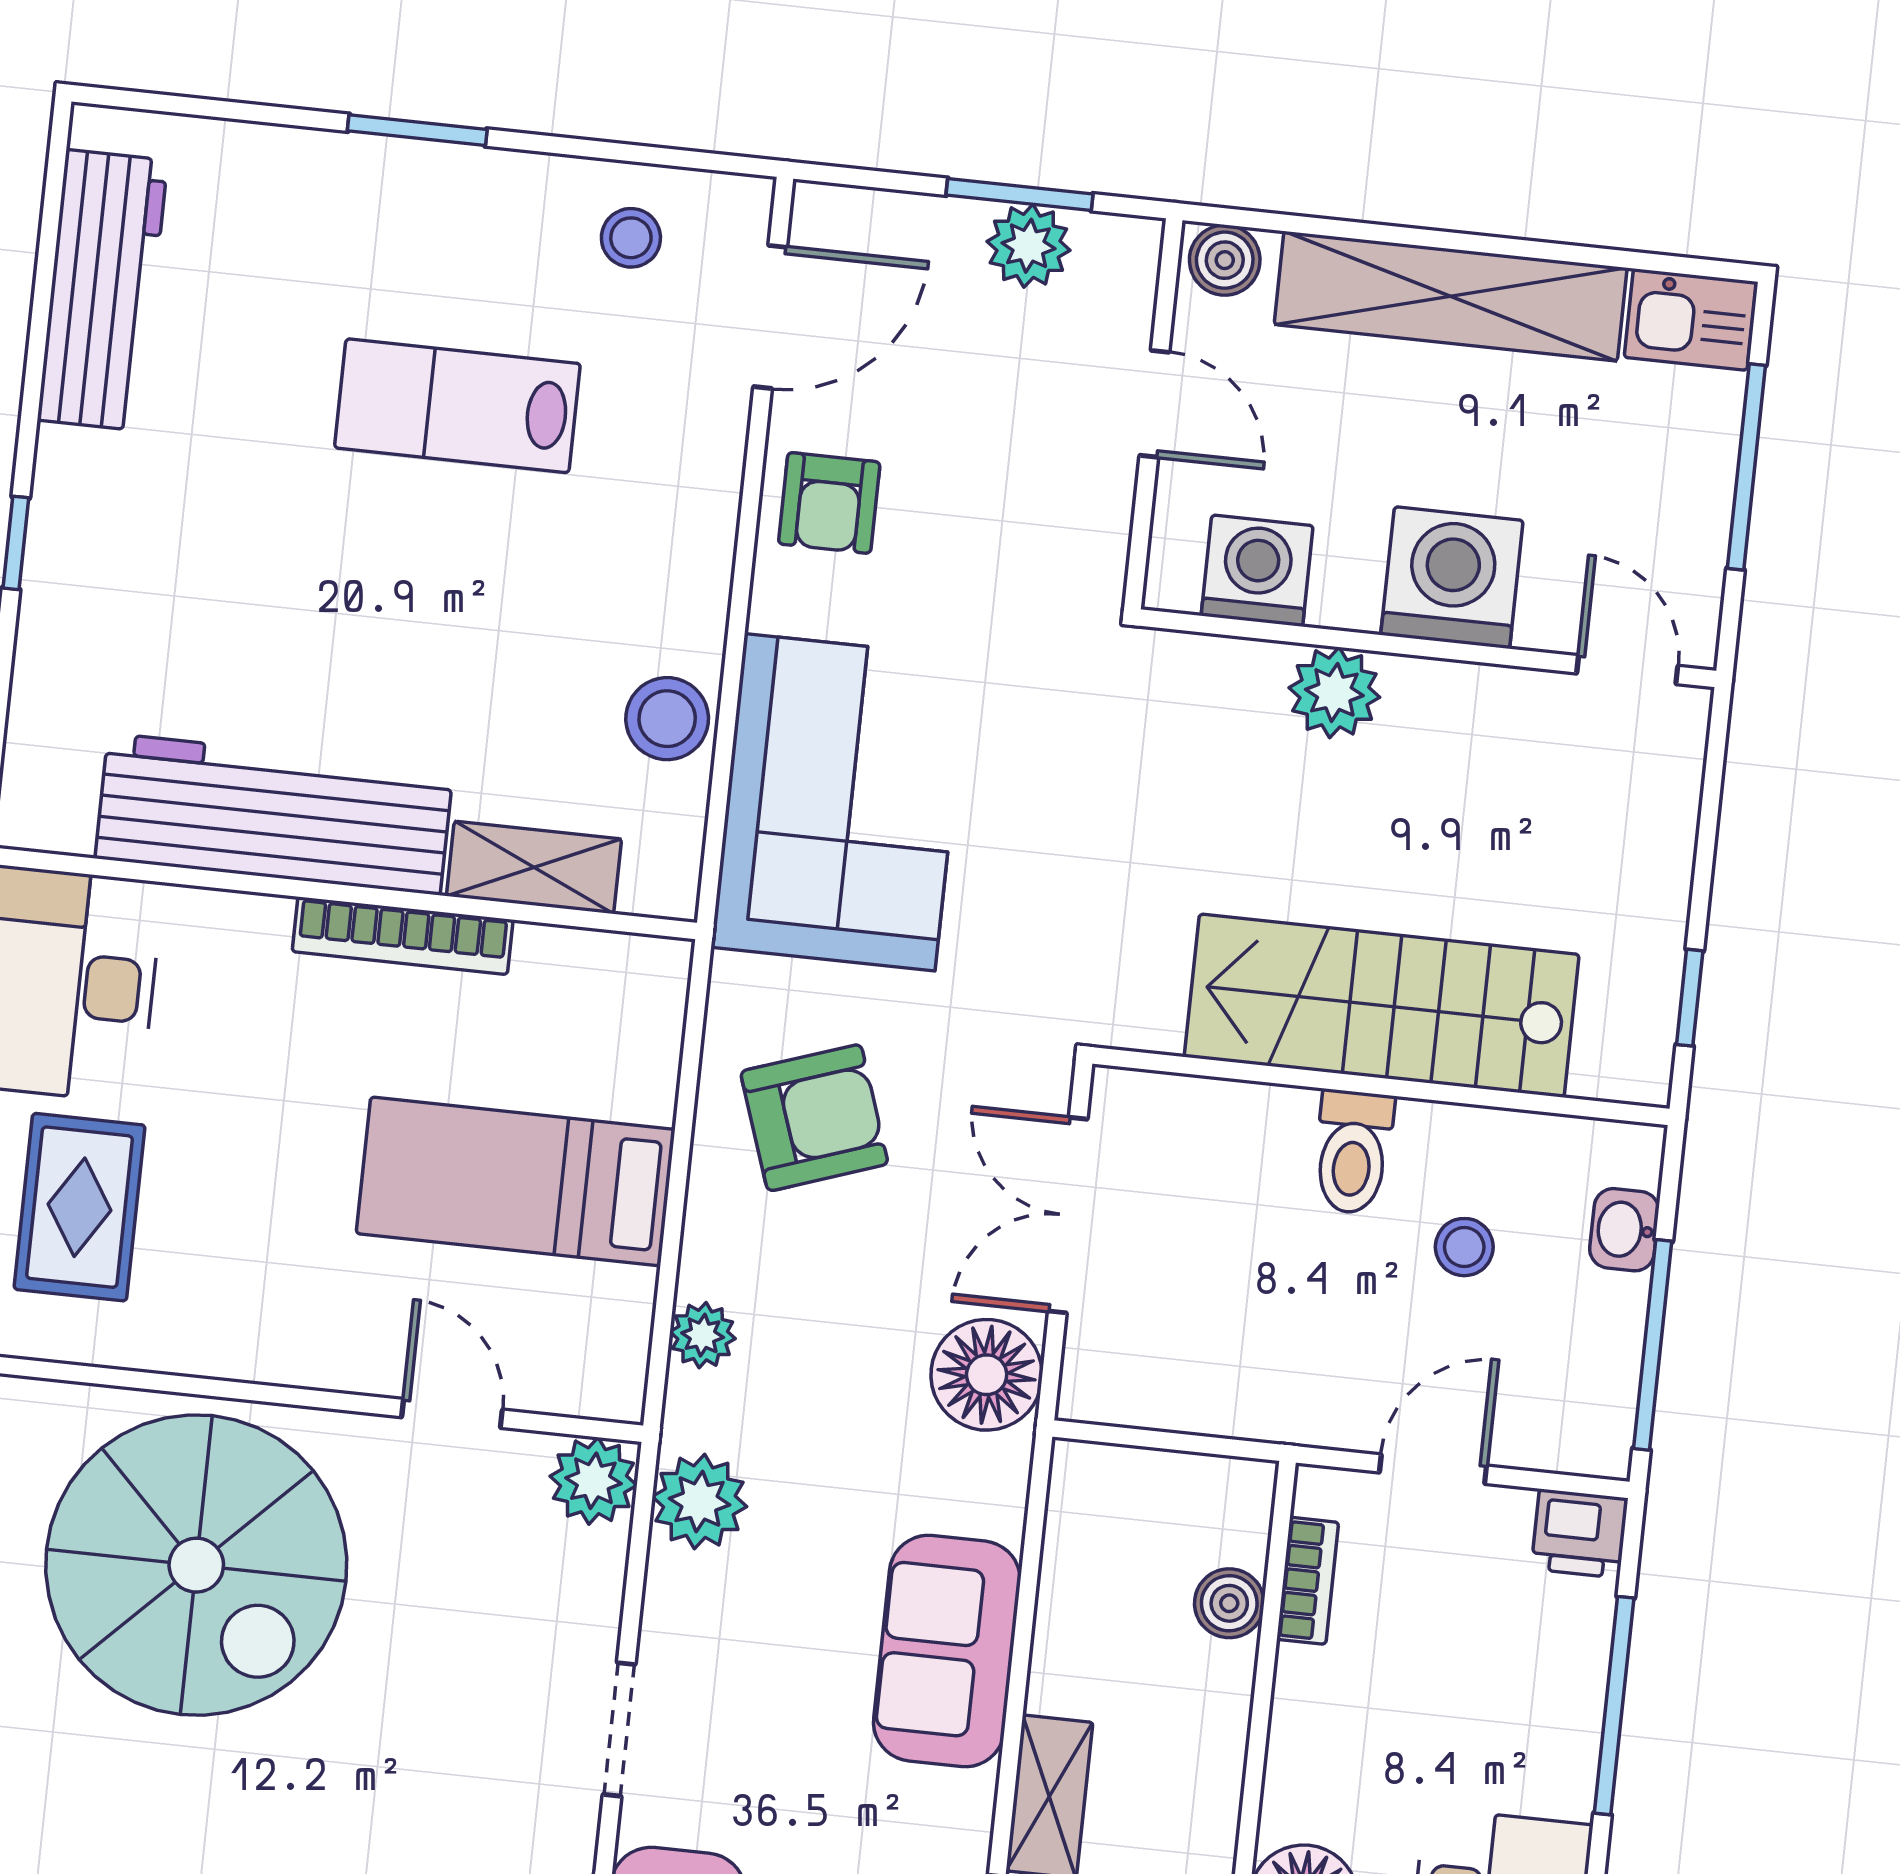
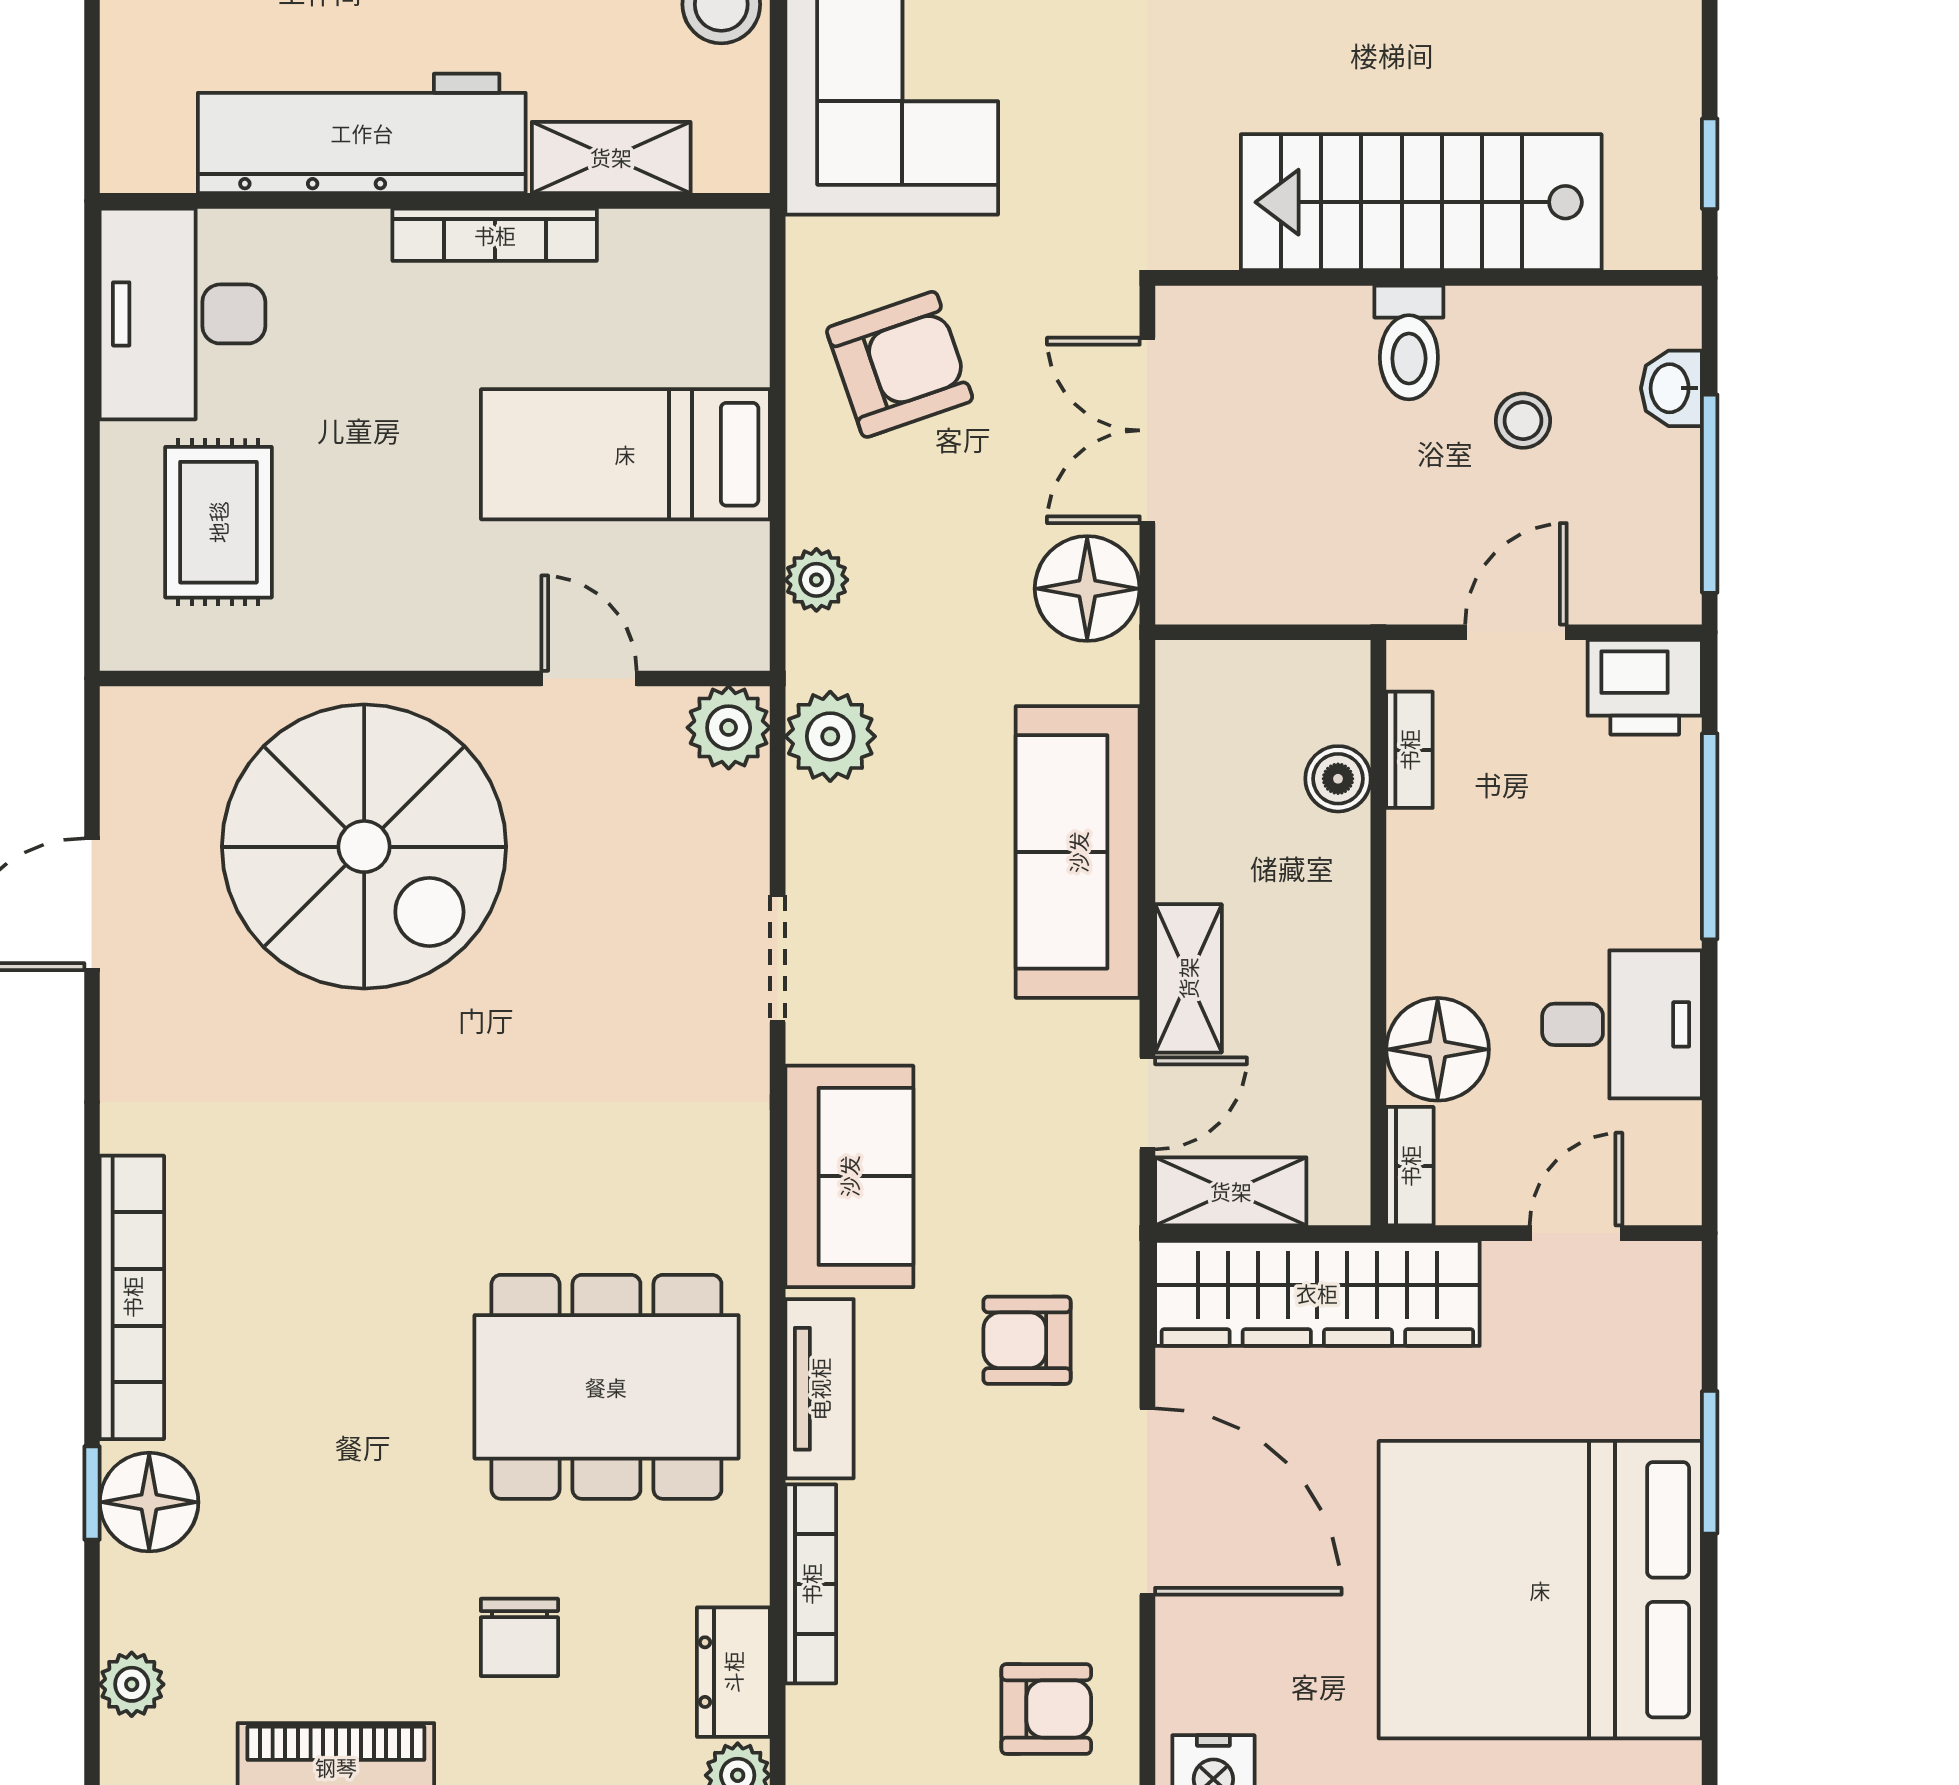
printer: (1580, 1534) -> (1645, 687), width x1.36, depth x1.24
sofa: (947, 1651) -> (1078, 852), width x1.36

